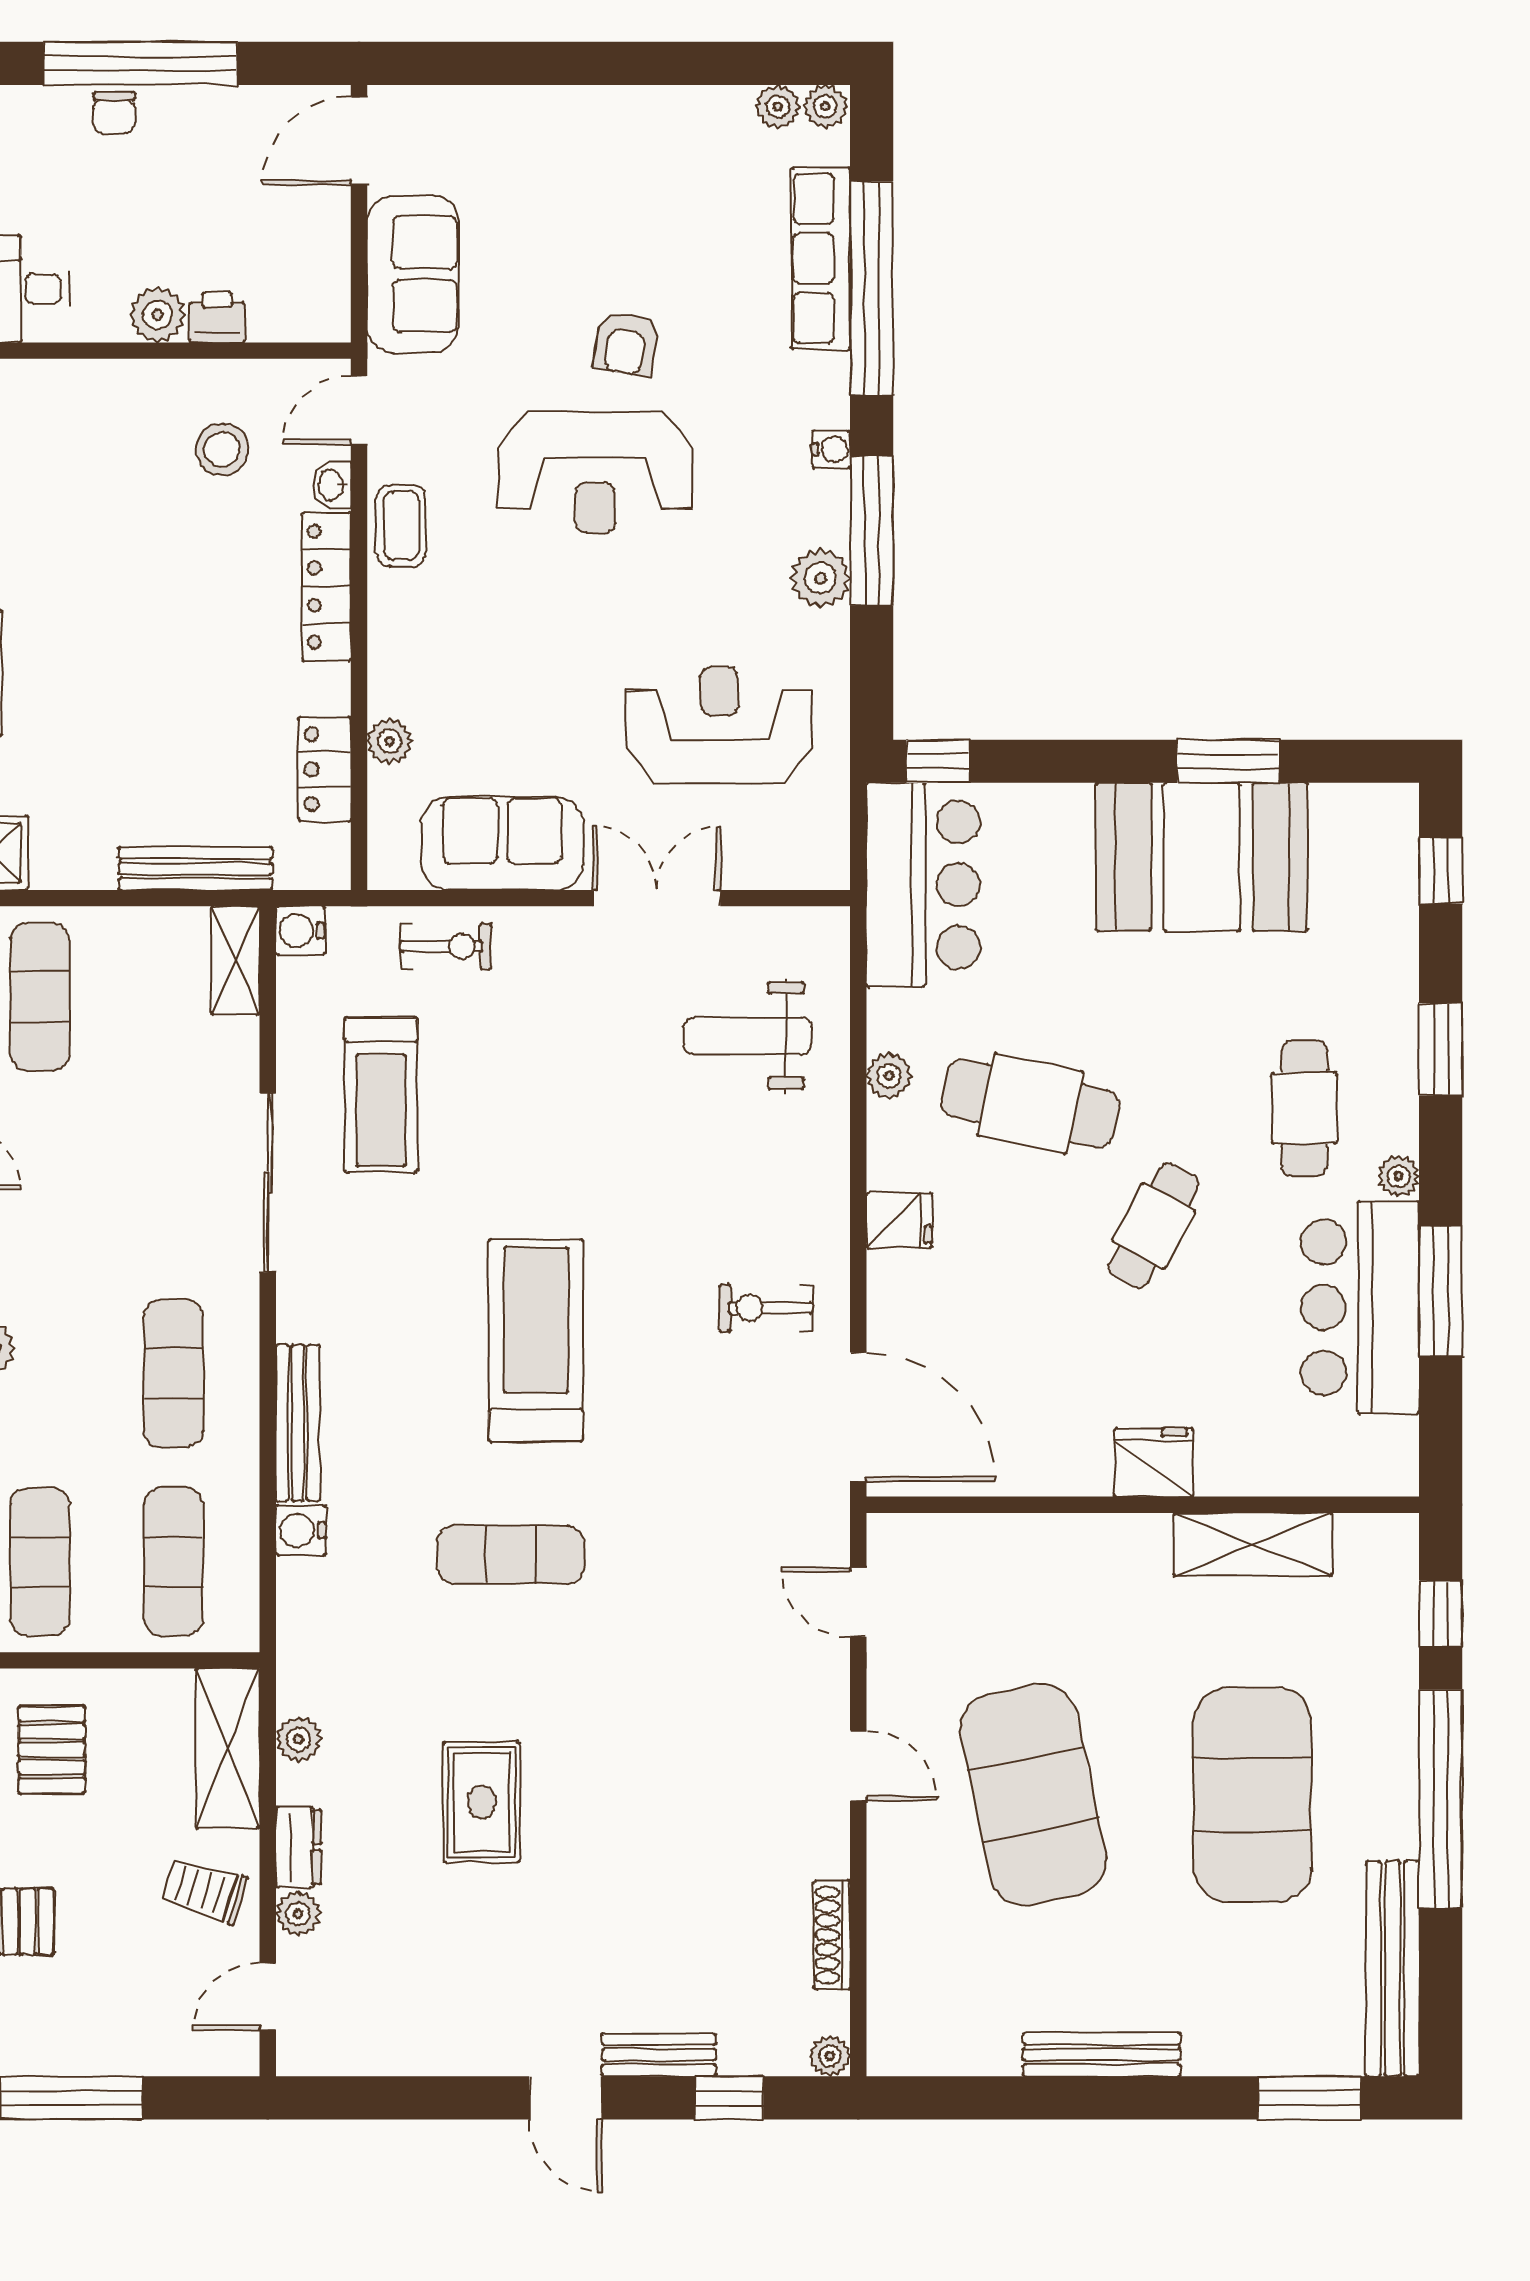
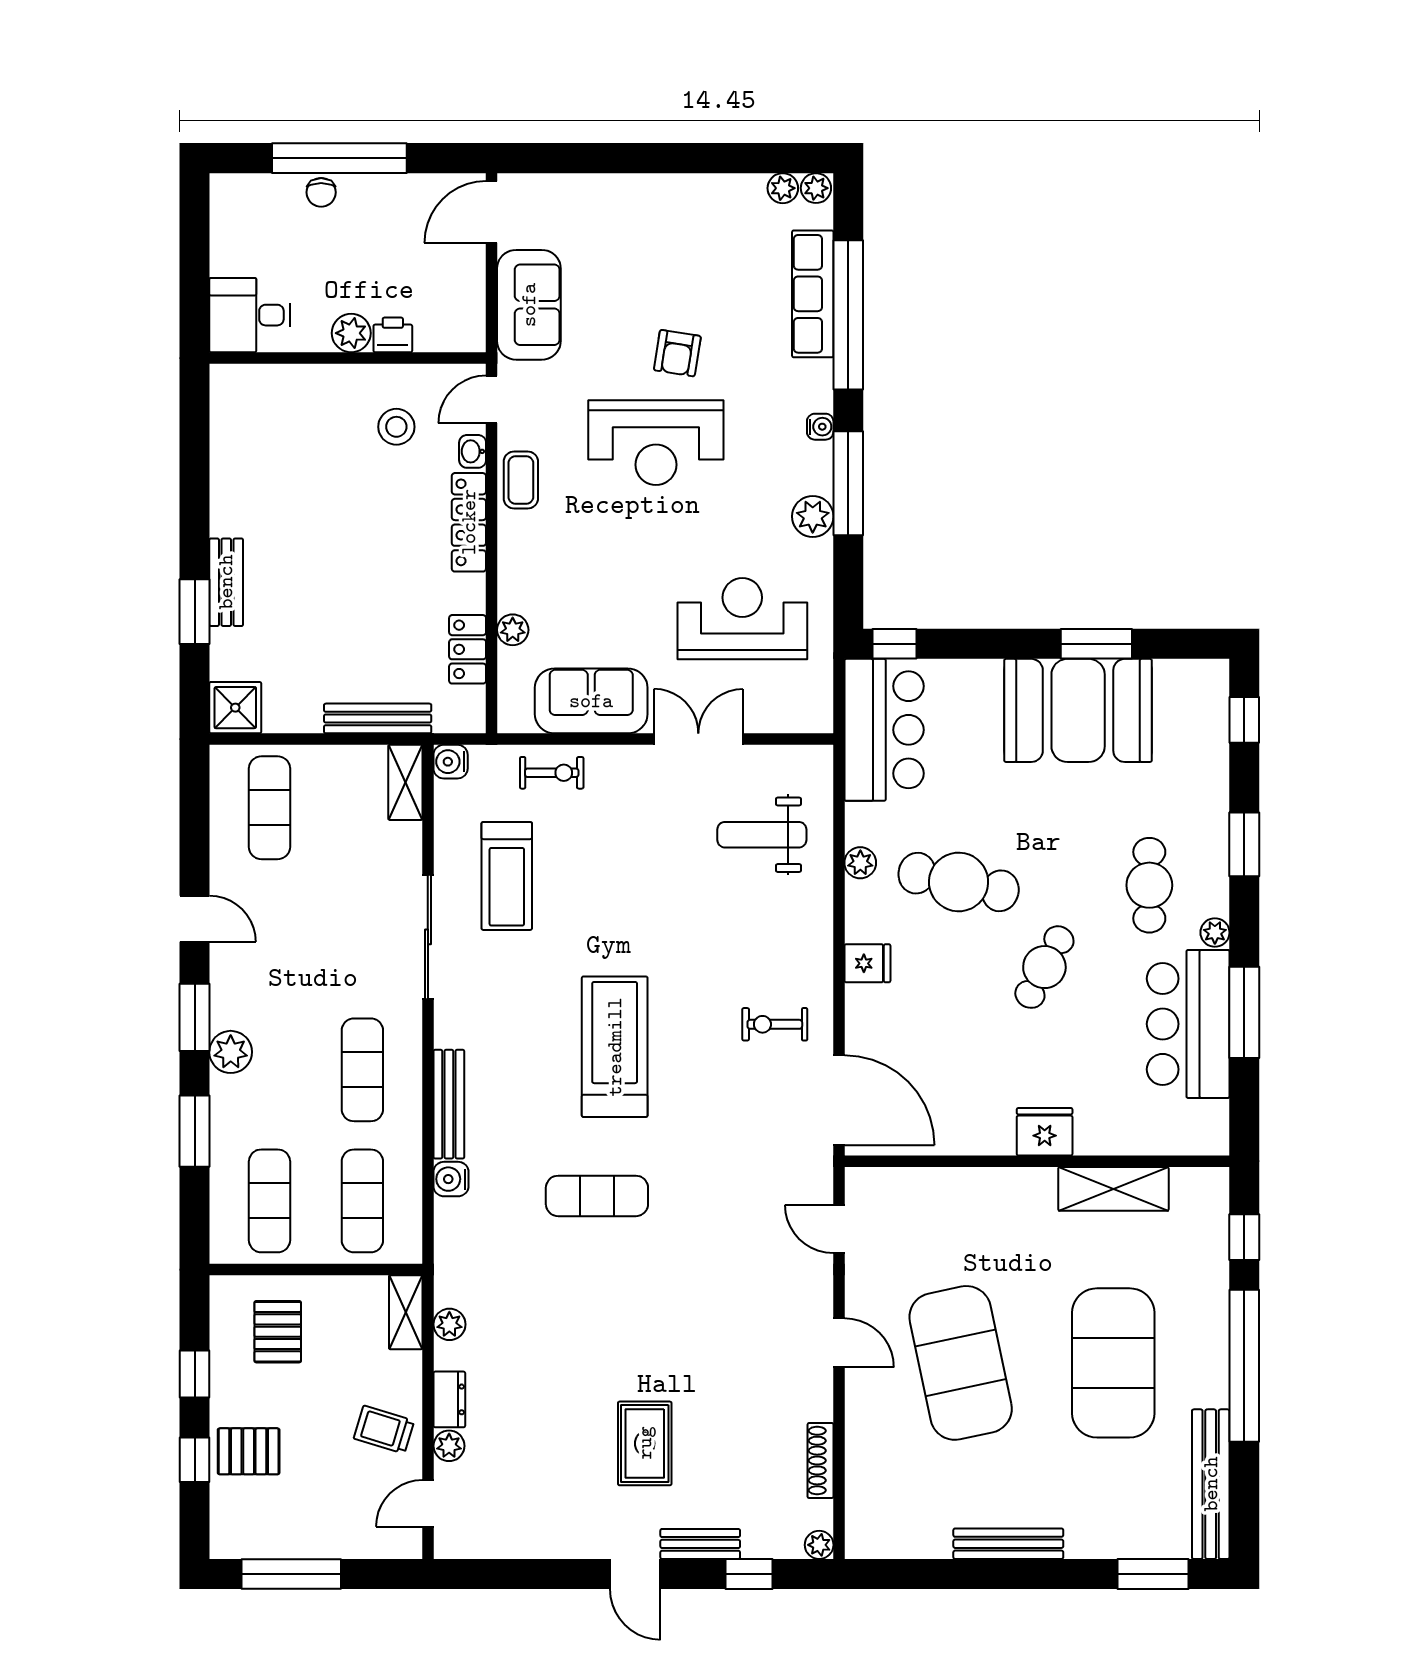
shelving: (228, 1748) -> (406, 1312), width x0.67, depth x0.75
rug: (481, 1802) -> (645, 1443), moved

